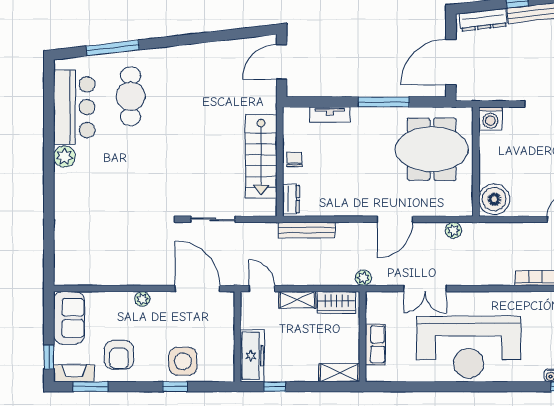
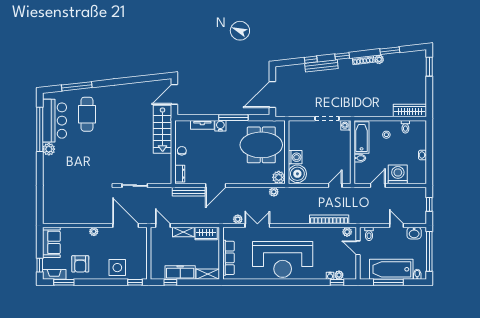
dresser: (483, 20) -> (291, 70), removed
water cooler: (361, 116) -> (220, 126), added
washing machine: (490, 118) -> (295, 157), moved, turned -90
window: (49, 122) -> (40, 129), added
stairs: (261, 157) -> (163, 129), moved
plant: (462, 205) -> (279, 177), added
door: (395, 219) -> (216, 185), moved
plant: (363, 278) -> (238, 219), moved
double door: (425, 289) -> (257, 225), swing flipped
row of seats: (375, 344) -> (229, 258), width x1.48
freezer: (252, 356) -> (180, 272), moved, turned -90
window: (175, 387) -> (135, 282), moved

